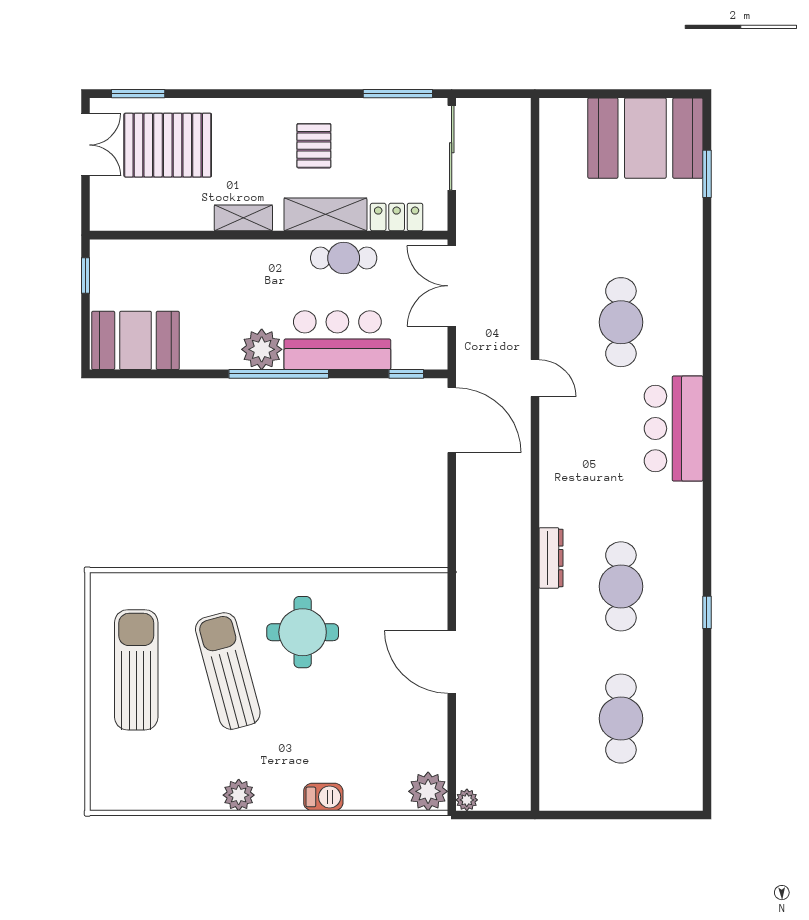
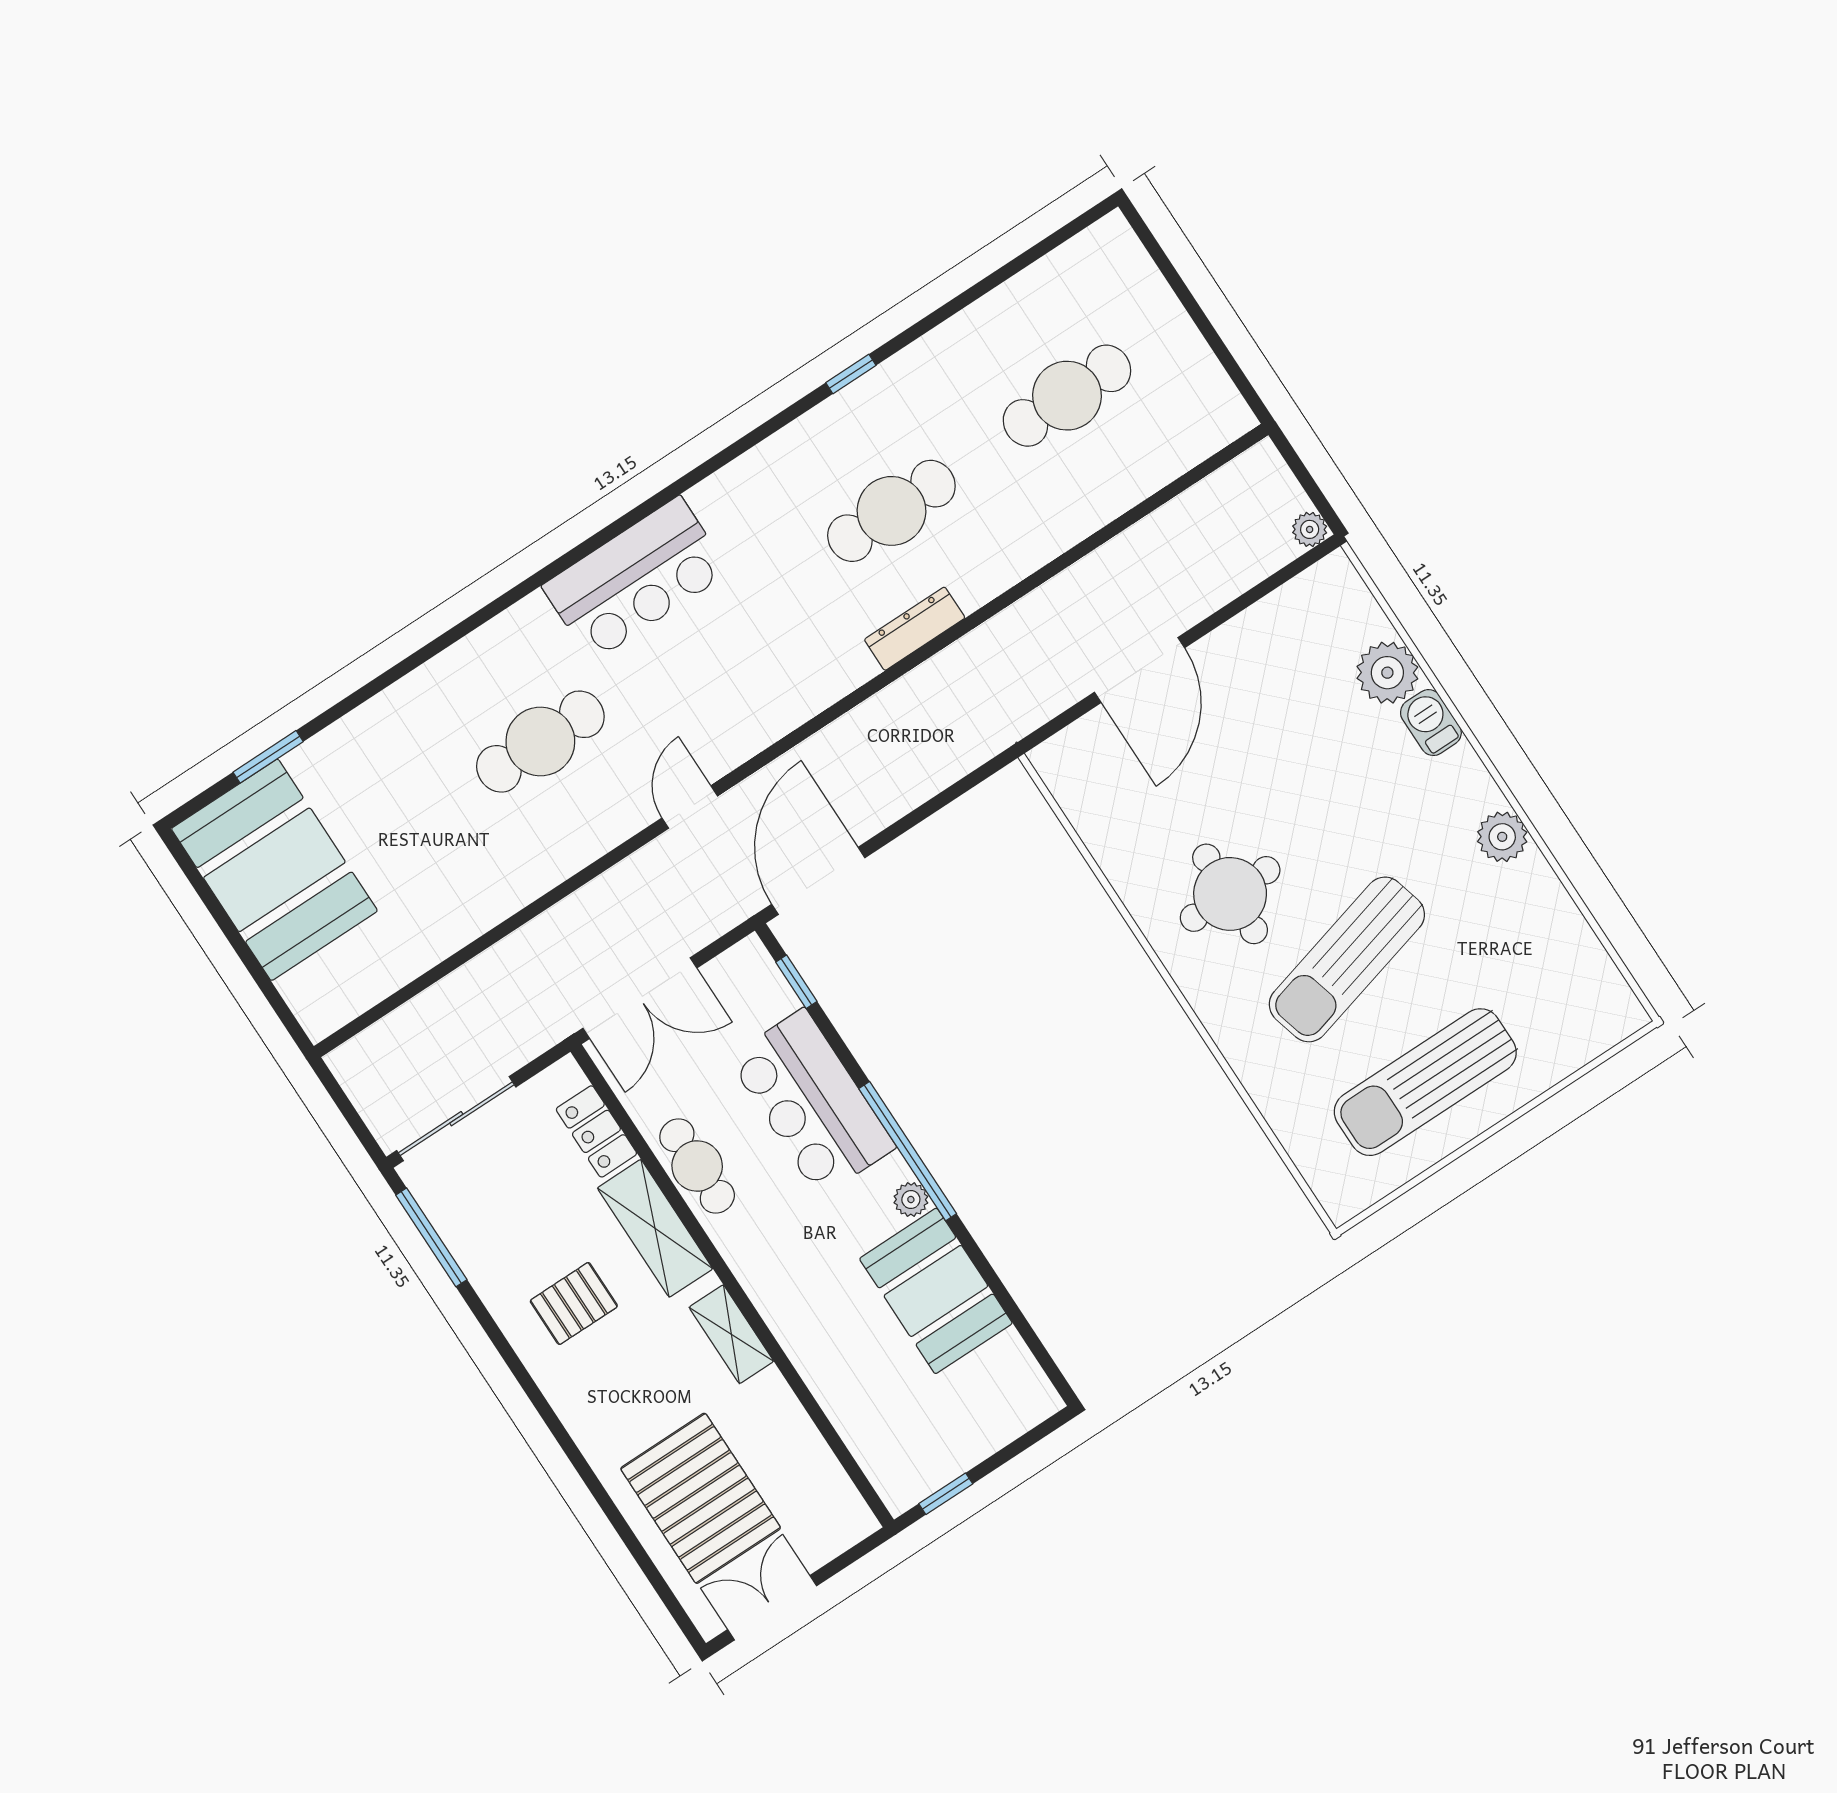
window: (138, 94) -> (658, 1583), removed
booth: (135, 340) -> (936, 1291), moved
plant: (262, 349) -> (911, 1200), width x0.53, depth x0.53
plant: (428, 791) -> (1387, 673), moved

